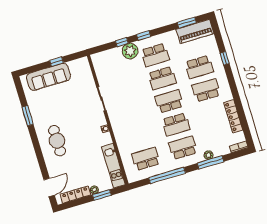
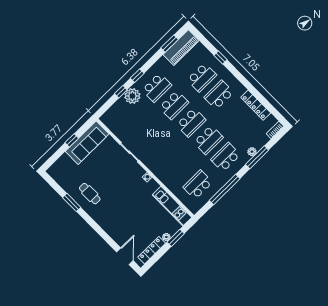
sofa: (48, 77) -> (87, 143), moved
school desk: (169, 101) -> (191, 122), turned 180
cafe table: (57, 141) -> (90, 194), moved, width x0.73, depth x0.74

